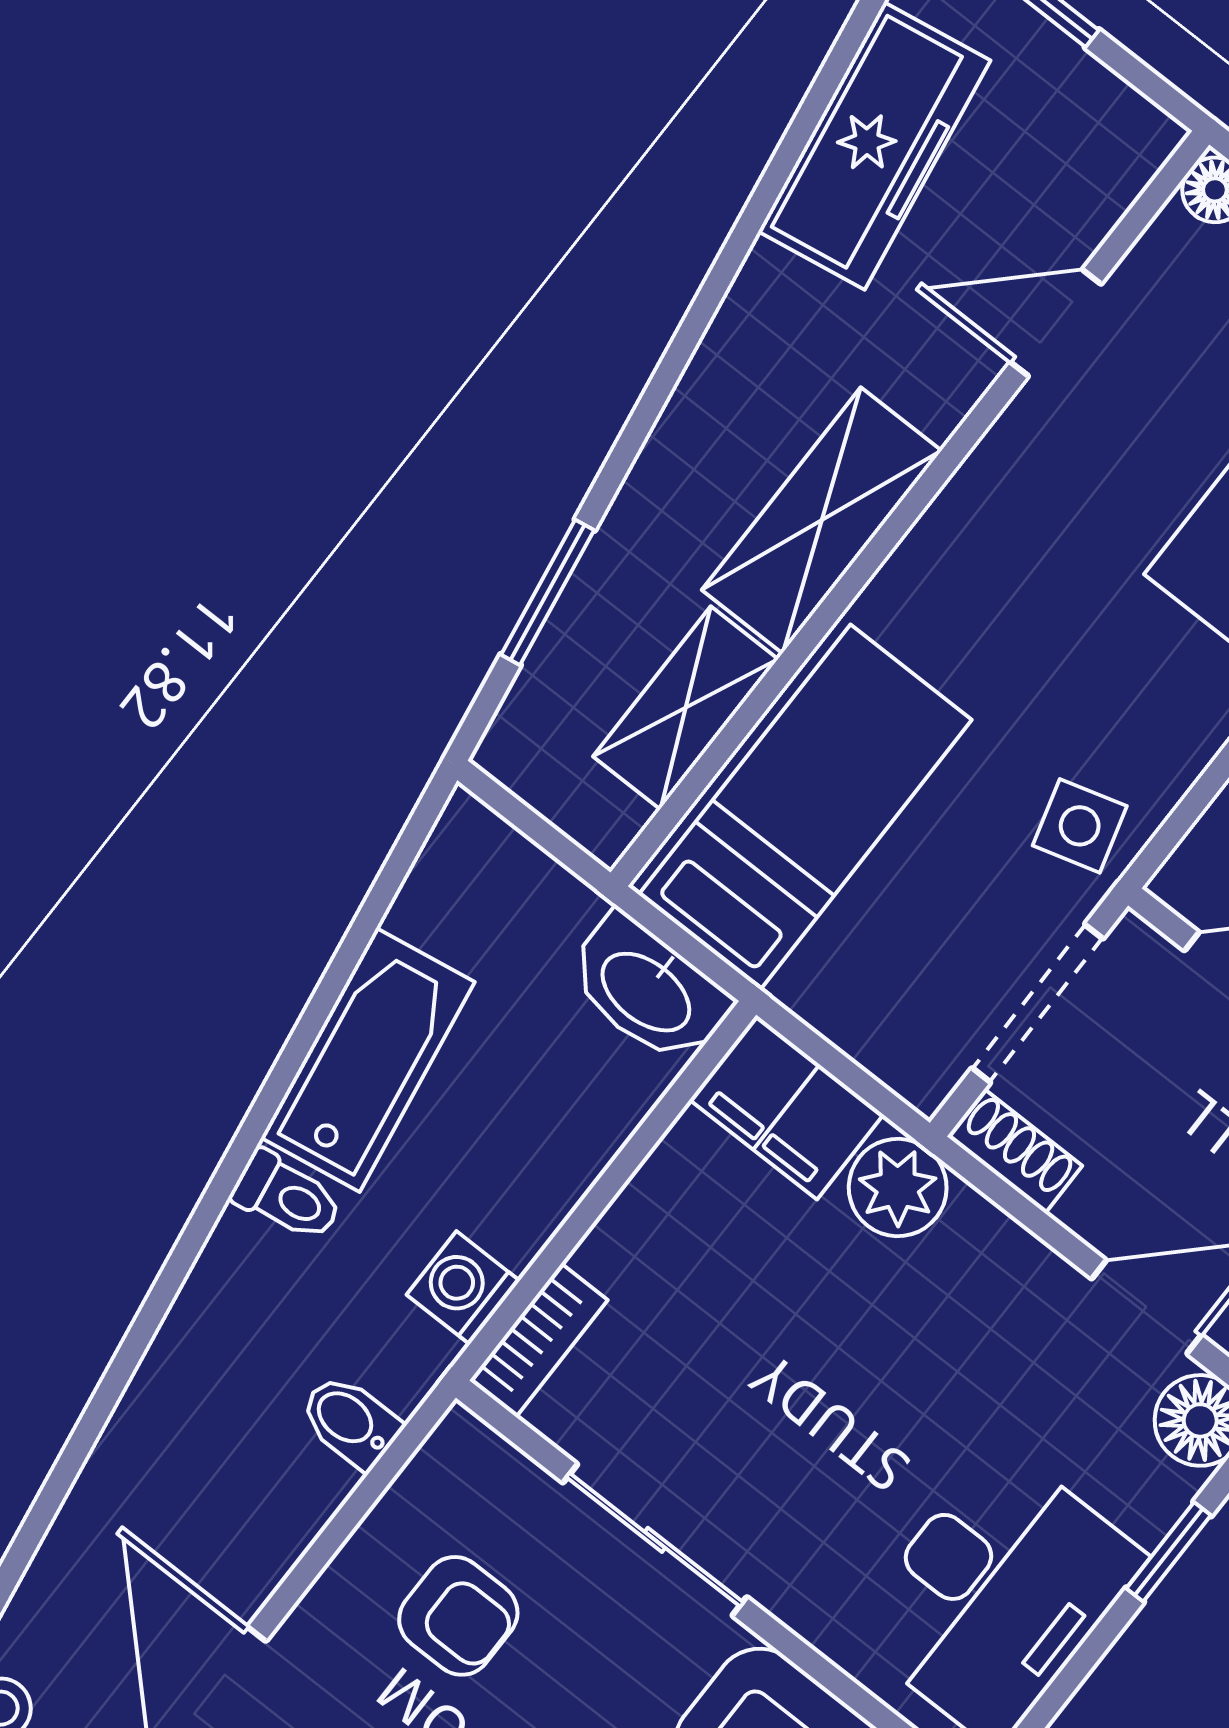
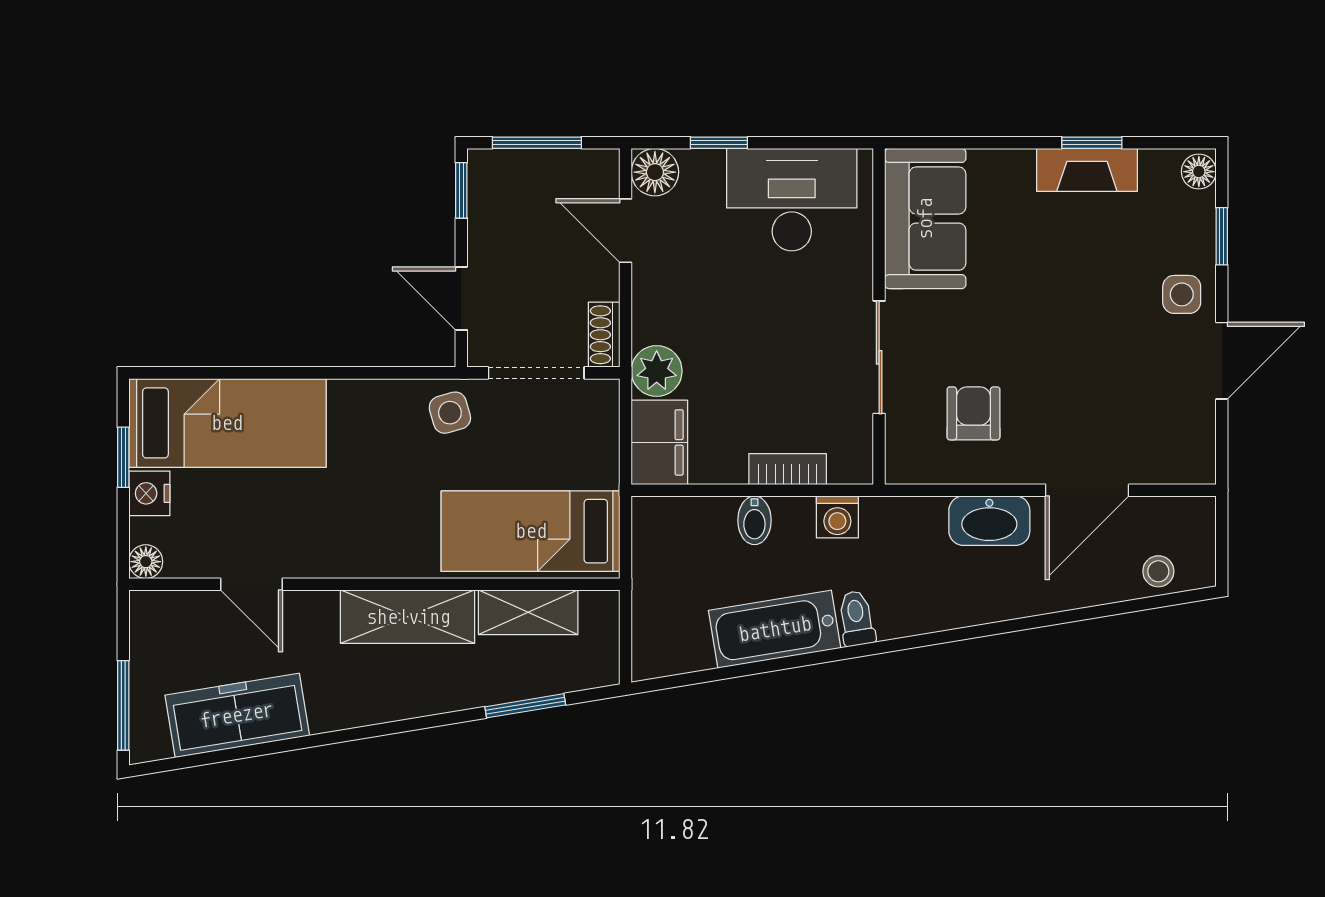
washbasin: (648, 990) -> (989, 521), moved, turned 90
bookcase: (539, 1340) -> (788, 469), moved
bidet: (350, 1421) -> (754, 520), moved

